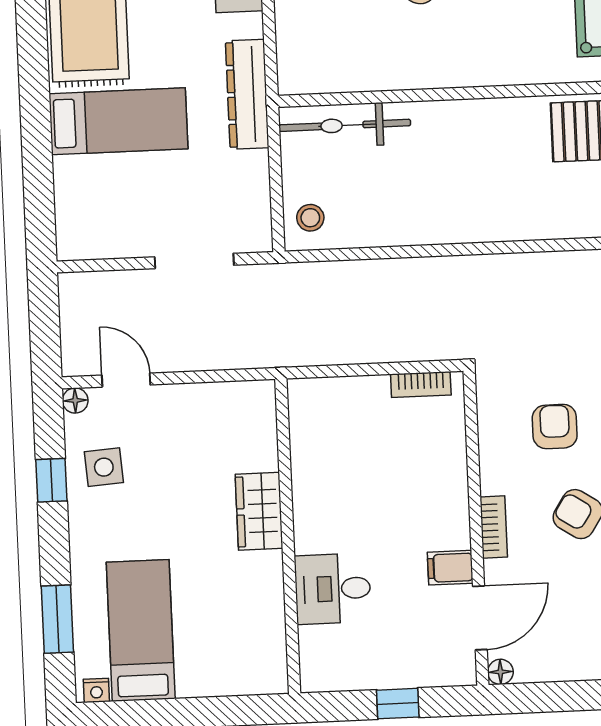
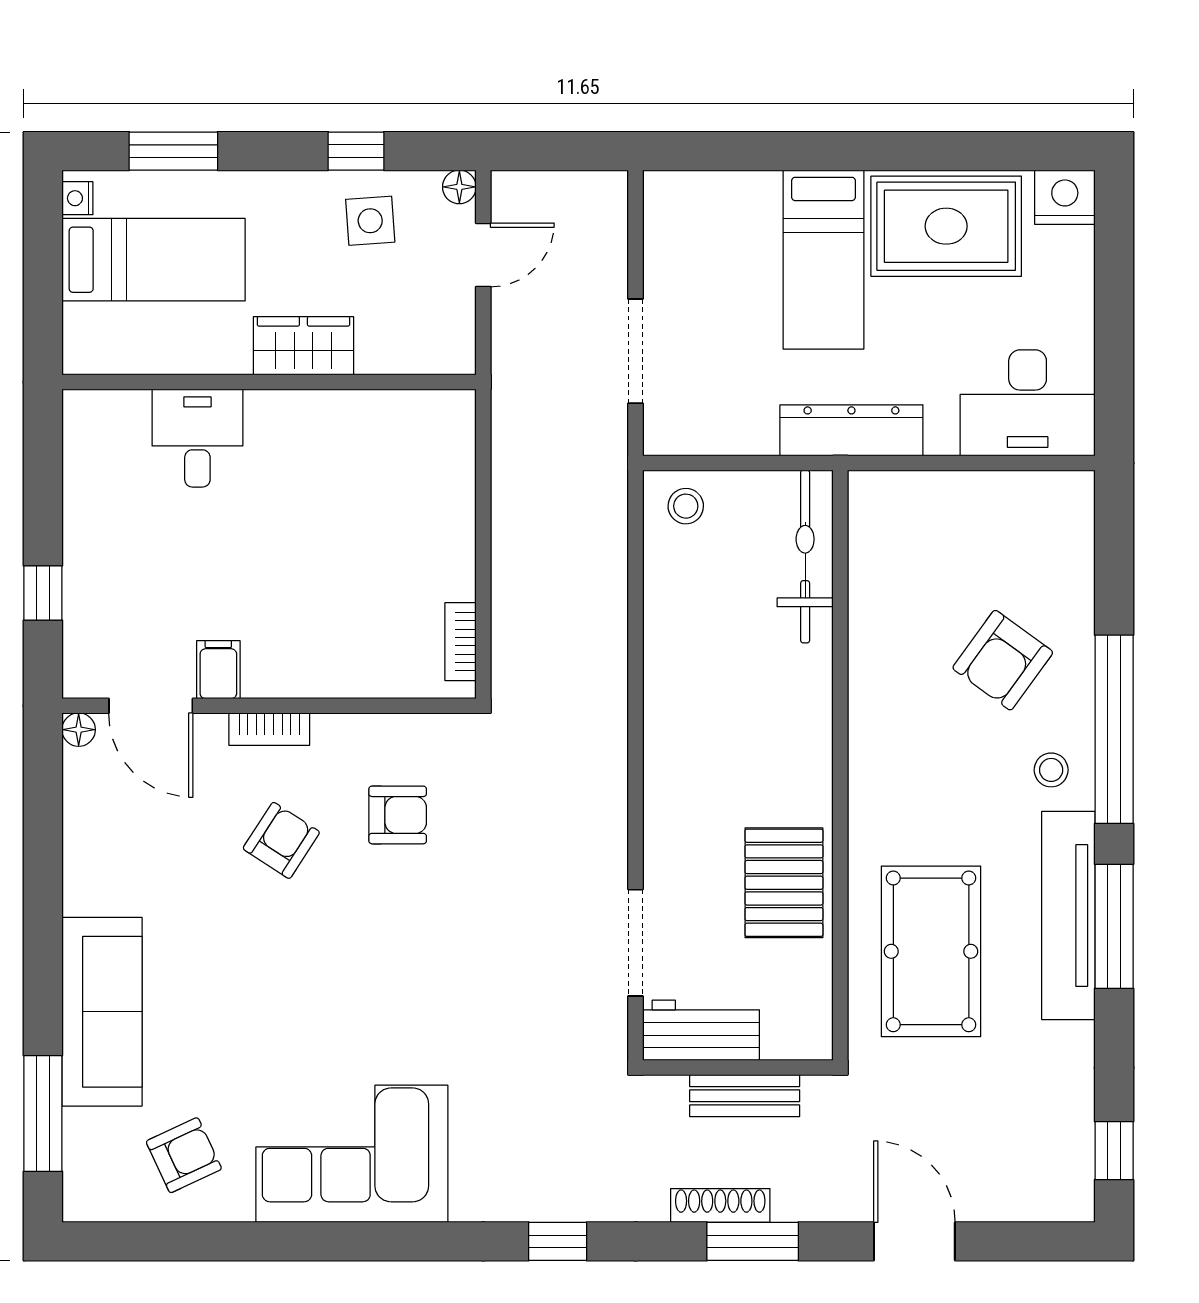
wardrobe: (259, 511) -> (303, 346), moved
wall: (288, 536) -> (269, 382), moved
desk: (333, 589) -> (197, 438), moved

